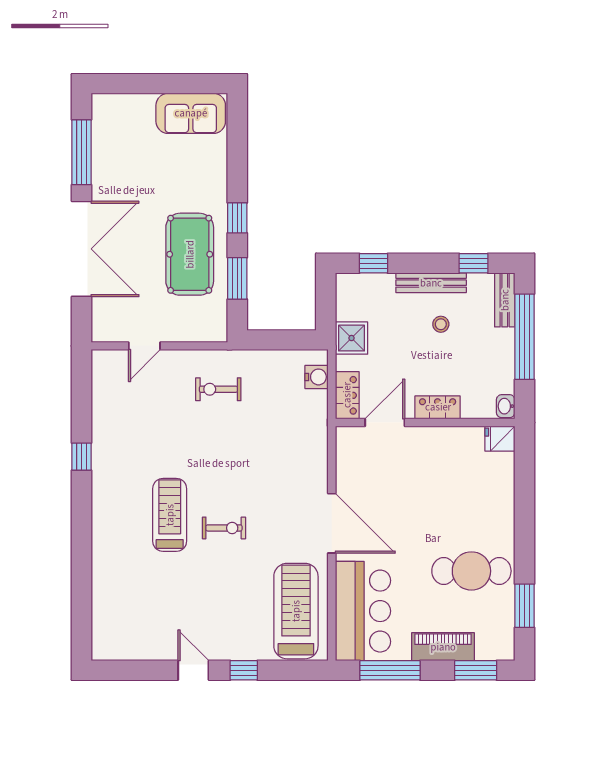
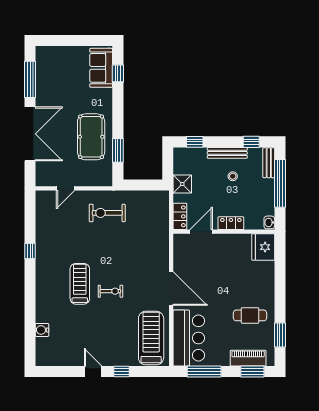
sofa: (191, 113) -> (101, 68), moved, turned 90
window: (237, 218) -> (118, 73), moved
water cooler: (317, 377) -> (42, 330), moved, turned 180
exercise bike: (218, 389) -> (107, 213), width x1.38, depth x1.39
fridge: (500, 439) -> (263, 247), width x1.88, depth x1.34
cafe table: (471, 571) -> (250, 315), width x0.73, depth x0.74
piano: (443, 647) -> (248, 358), moved

